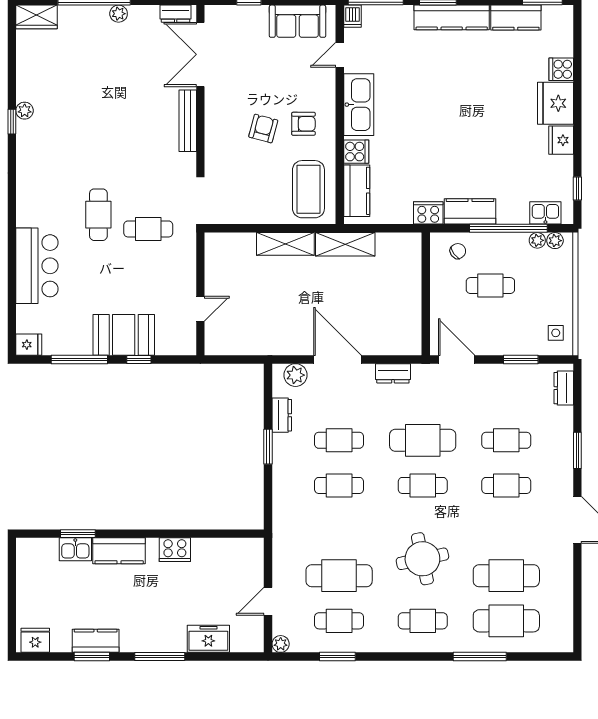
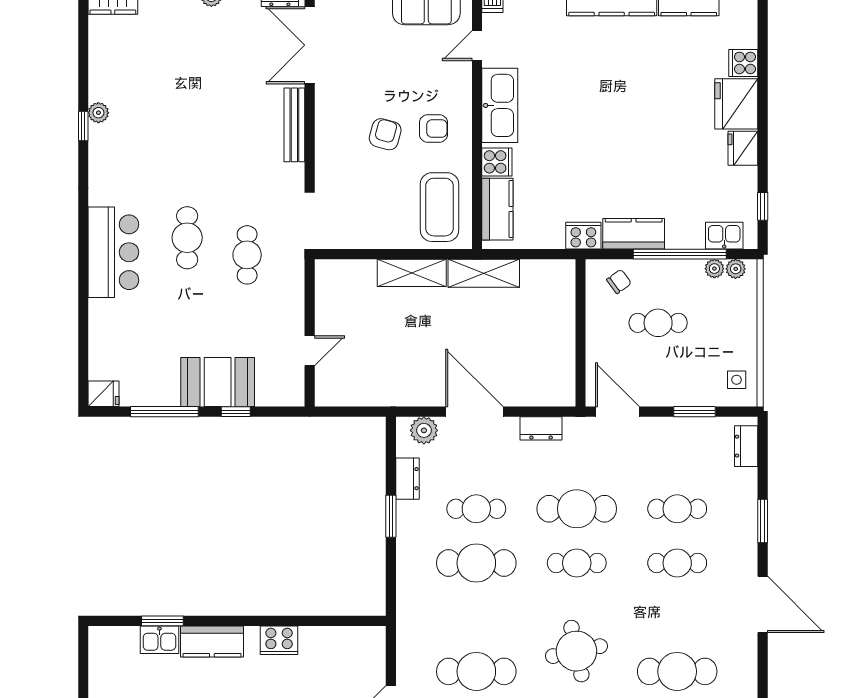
cafe table: (148, 229) -> (247, 255), turned 90
bar counter: (37, 266) -> (113, 252), moved
cafe table: (339, 485) -> (476, 563), width x1.37, depth x1.35

